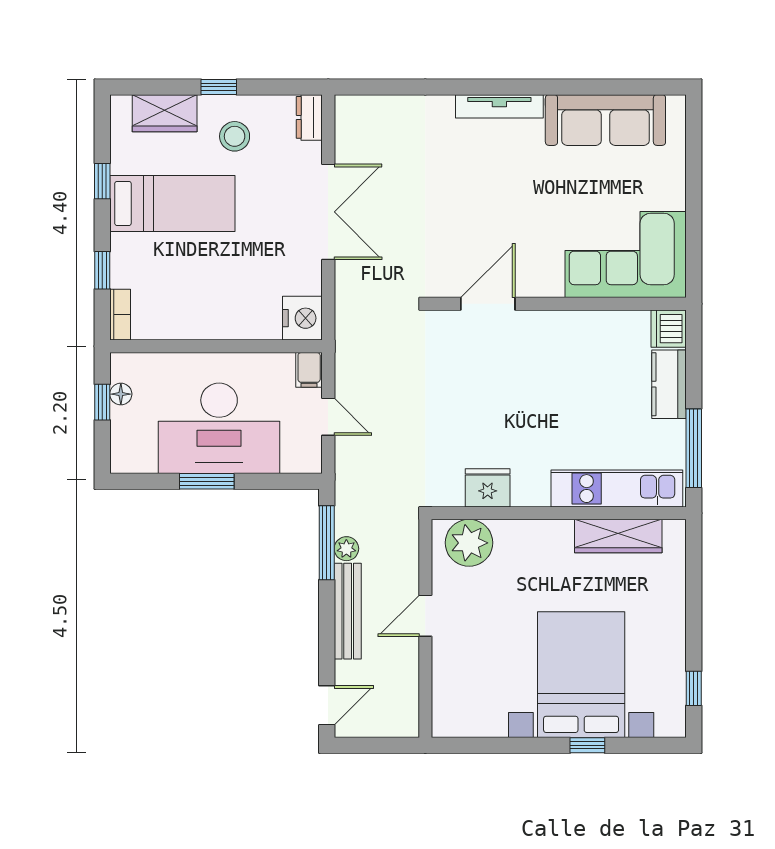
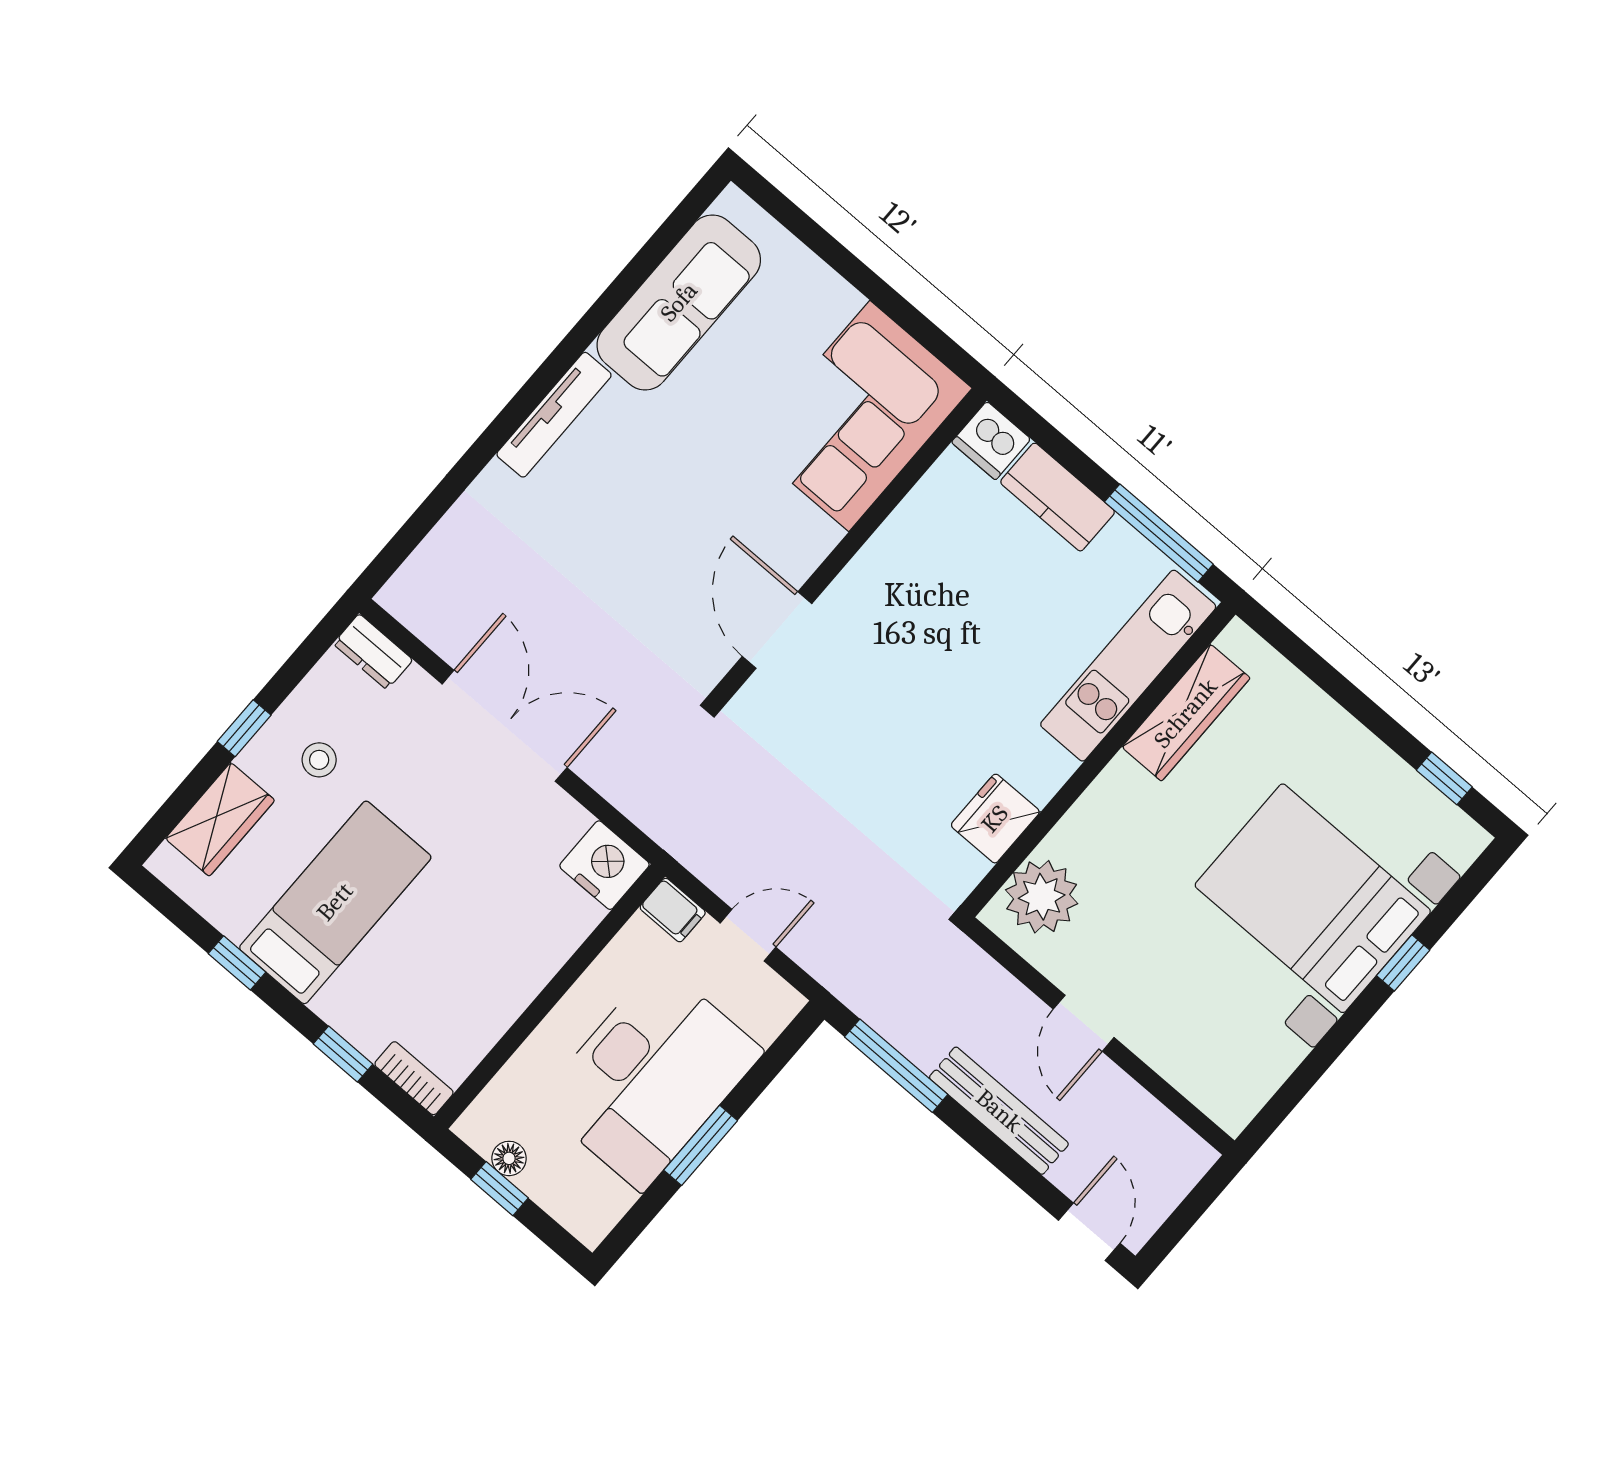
stool: (235, 136) -> (319, 760), width x0.73, depth x0.73
plant: (346, 549) -> (923, 1048), removed

